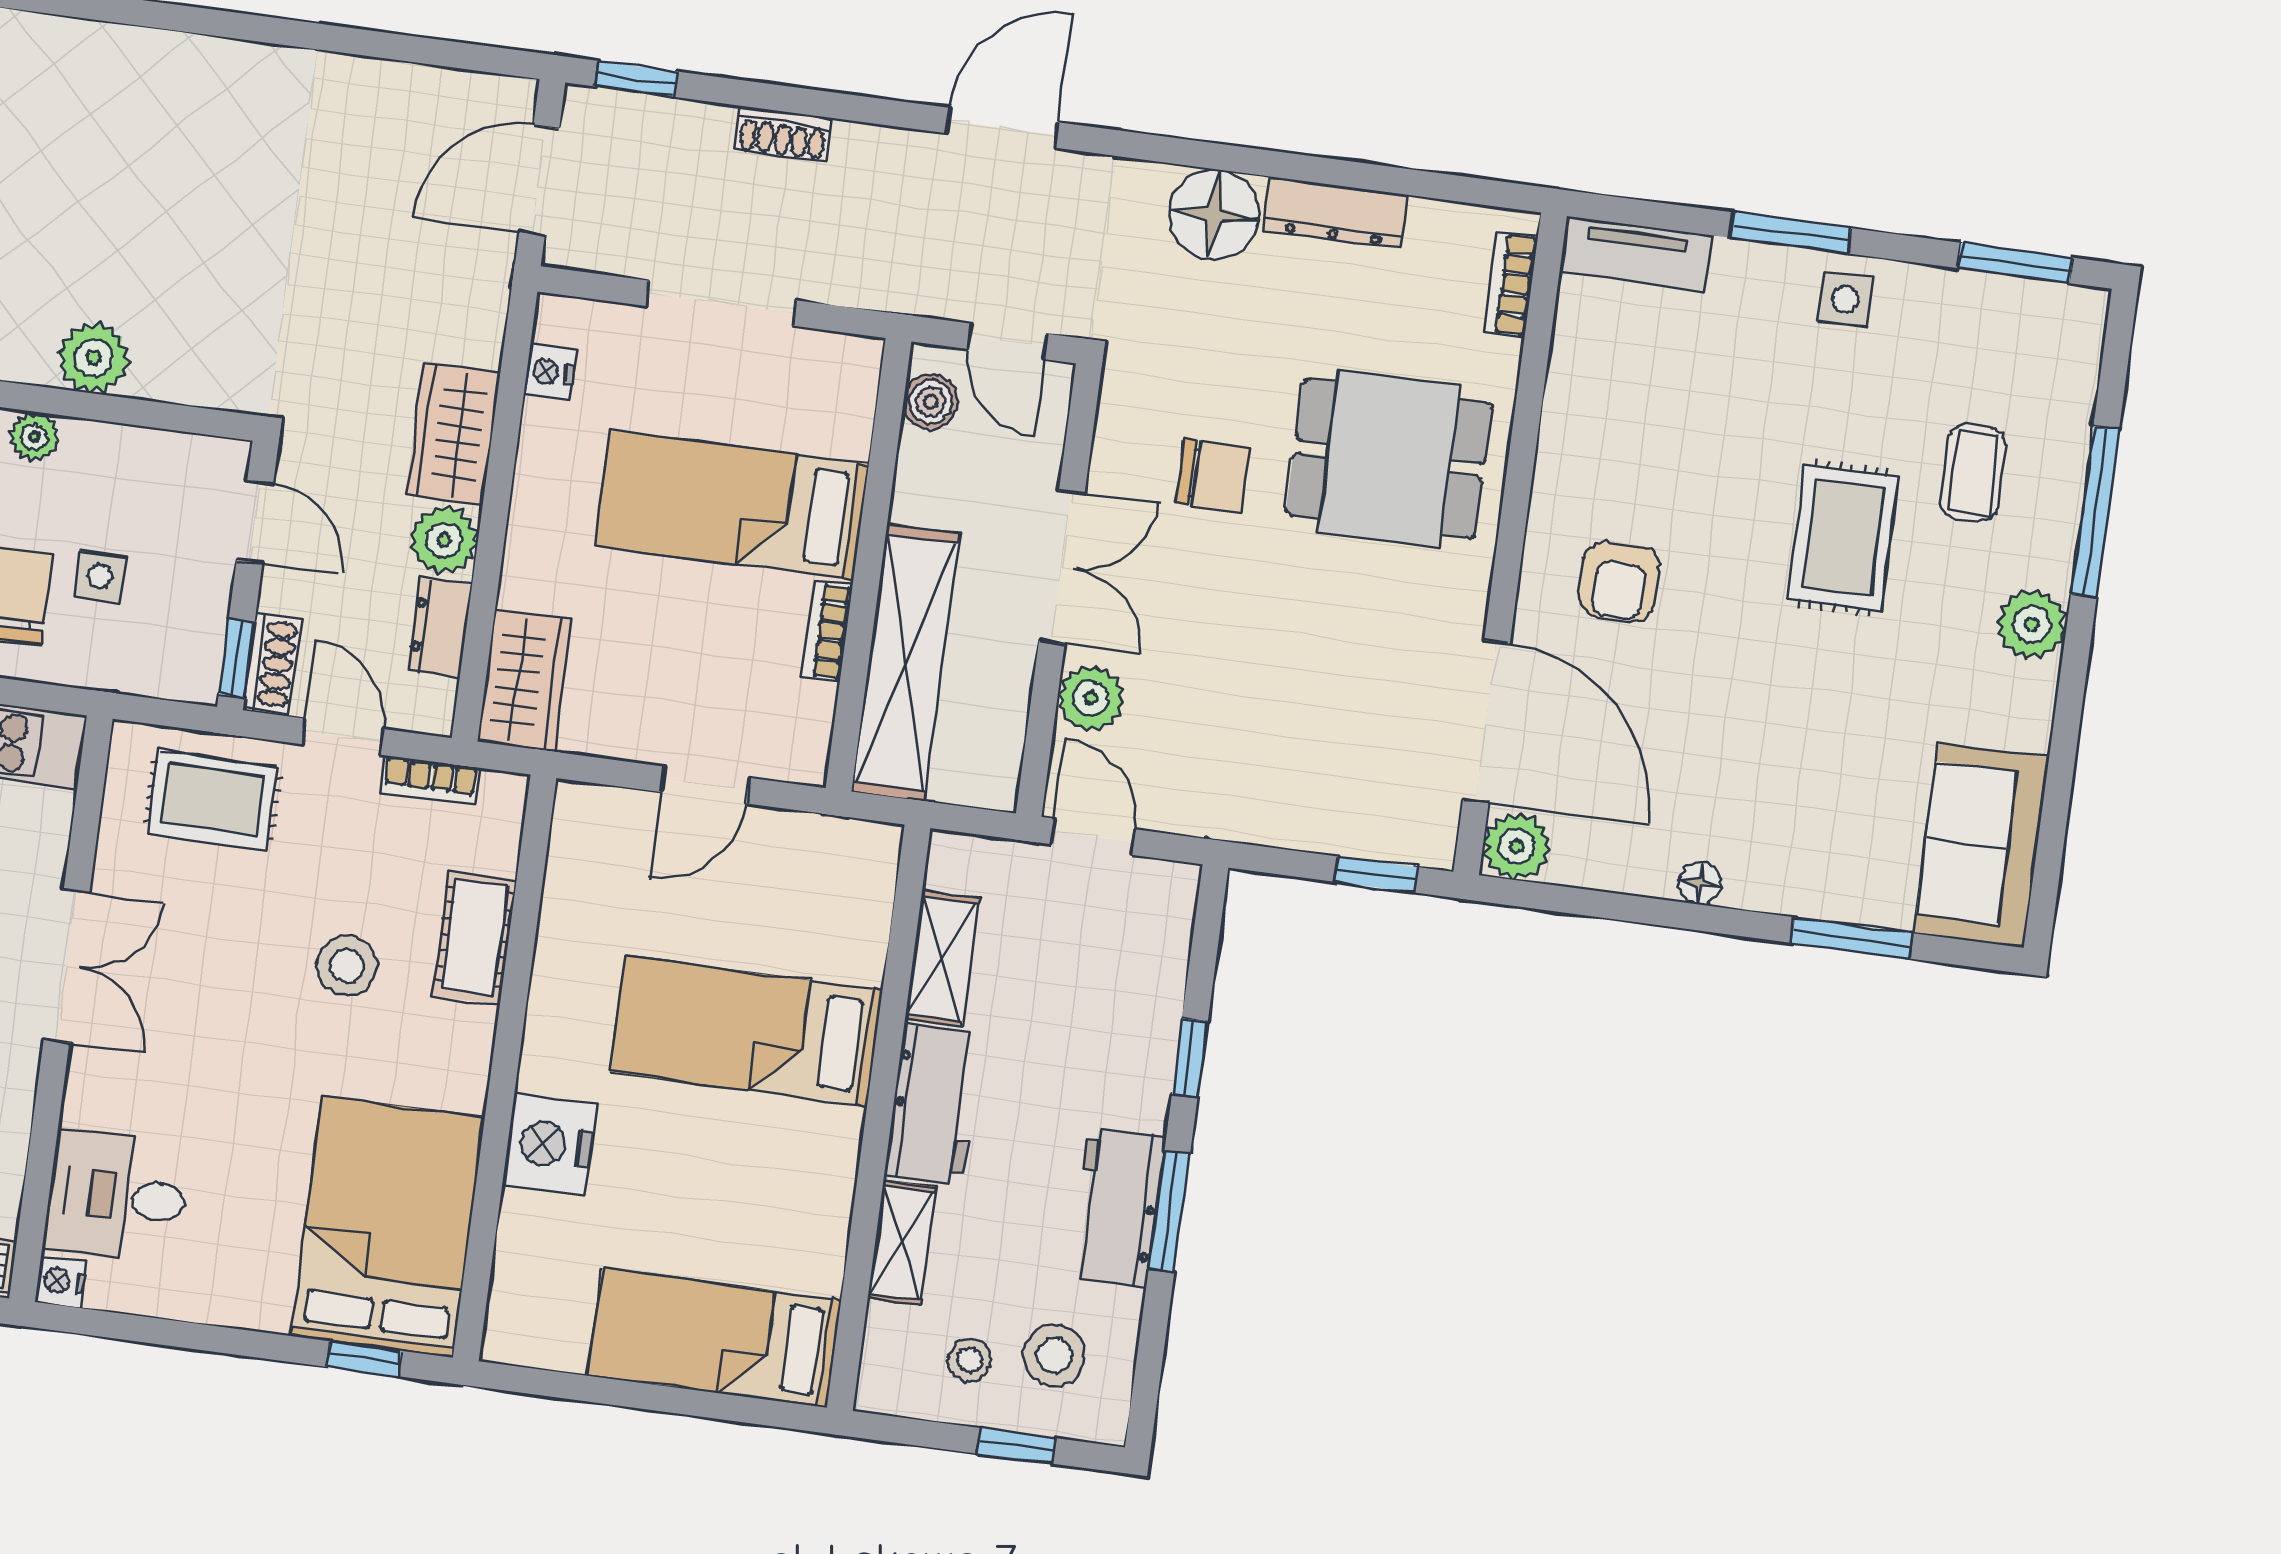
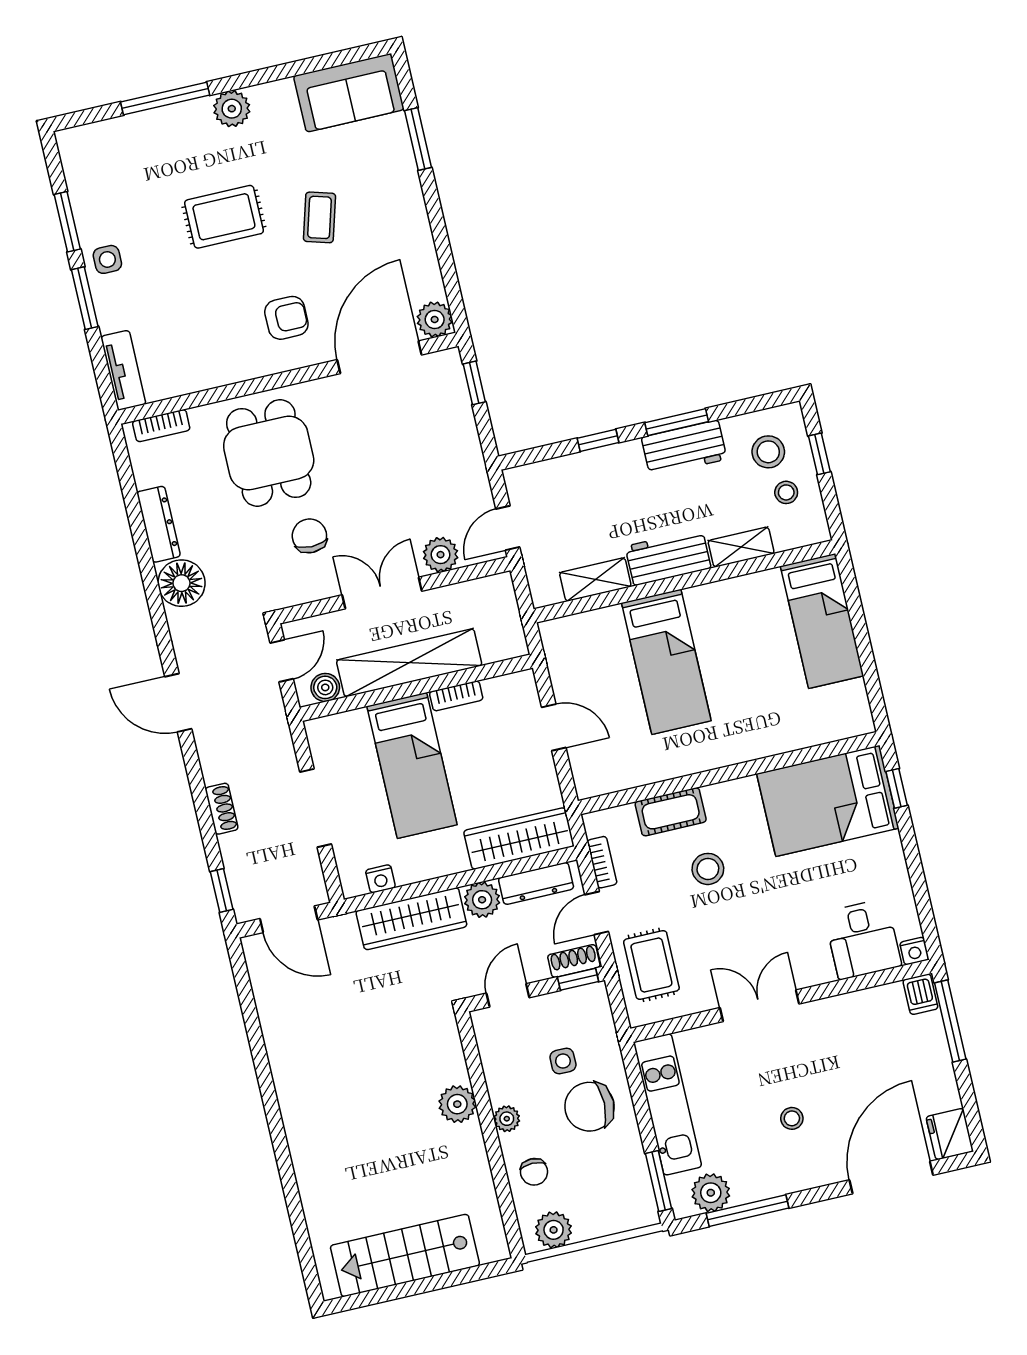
window: (2015, 263) -> (67, 222), moved
wardrobe: (453, 434) -> (411, 919), width x1.50
coffee table: (1973, 473) -> (319, 217), moved, turned -74
dresser: (440, 627) -> (536, 883), width x1.44
shelving: (906, 662) -> (409, 663), moved
wardrobe: (524, 680) -> (519, 839), width x1.50
floor lamp: (1700, 883) -> (419, 223), removed
nightstand: (549, 1144) -> (758, 737), removed

